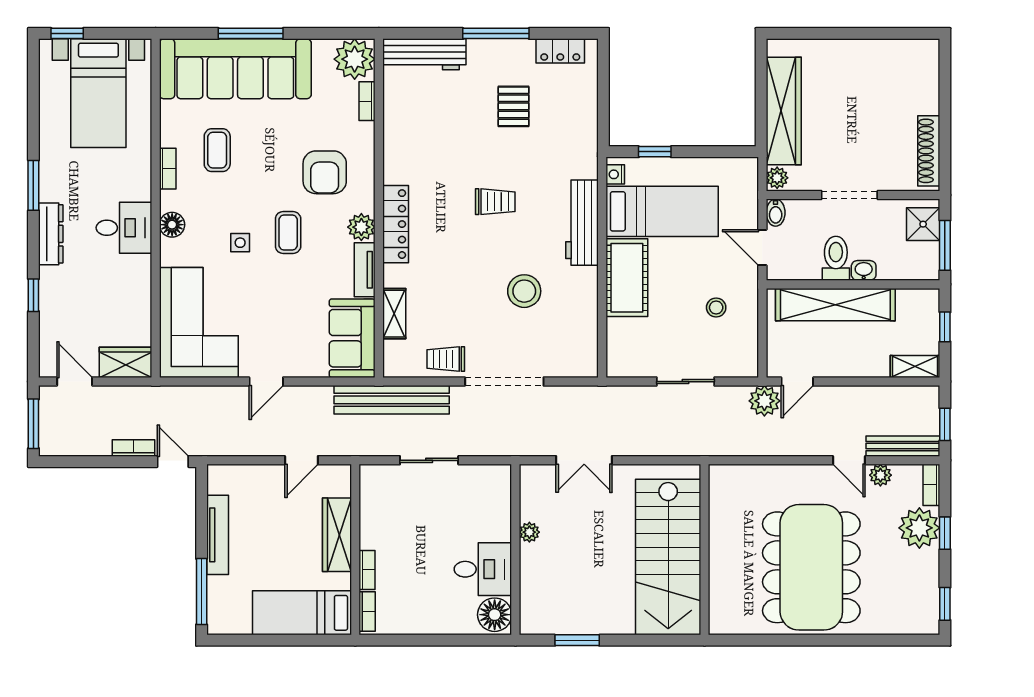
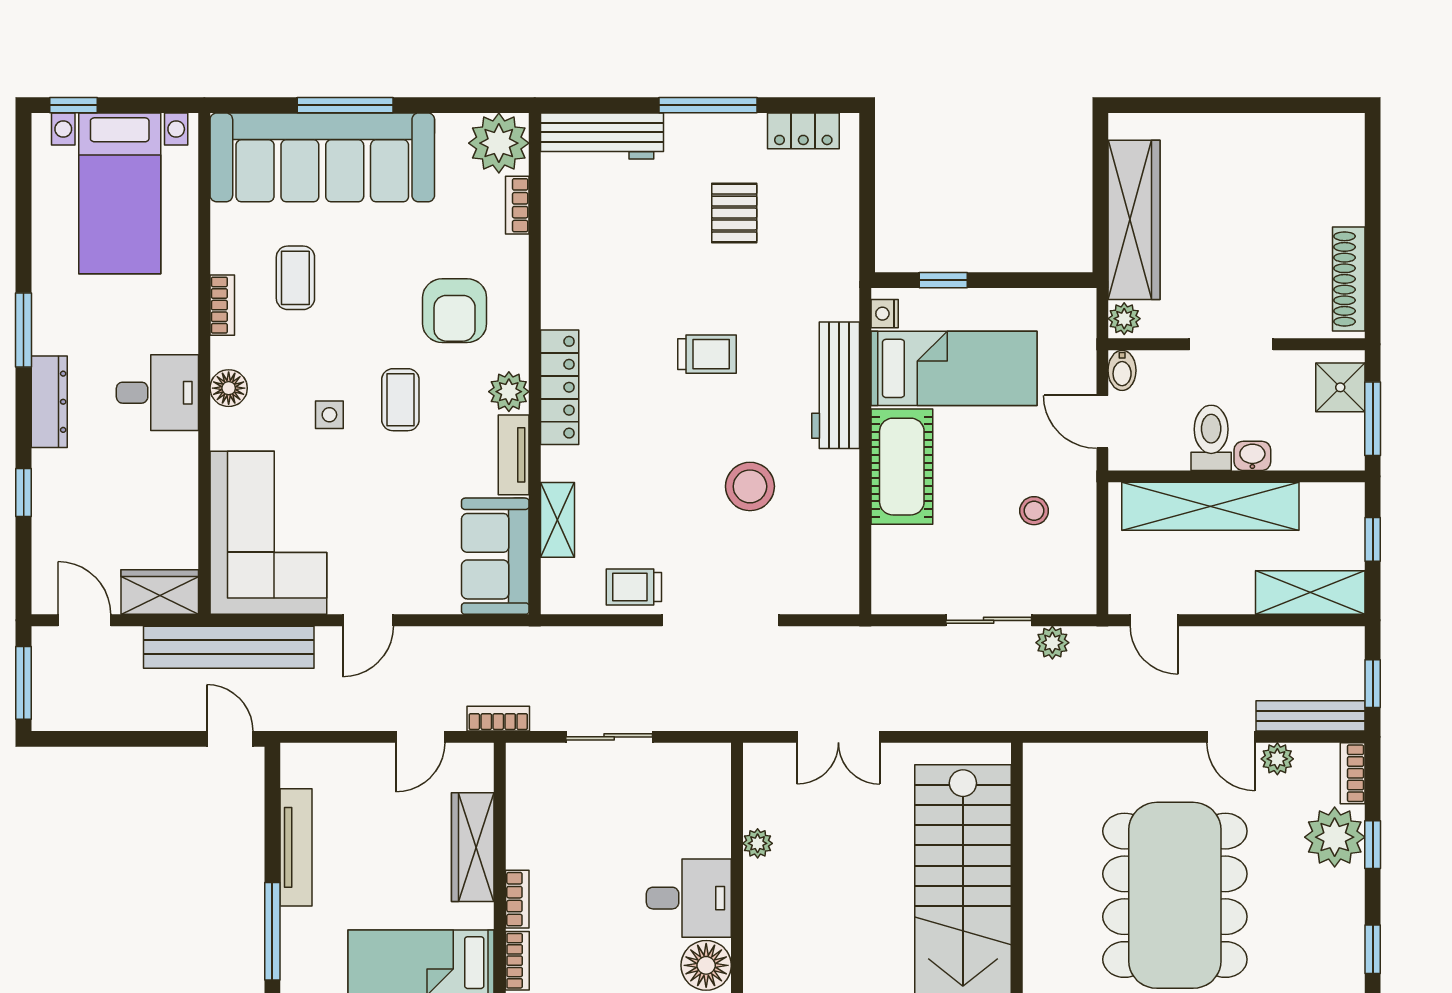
shelving: (915, 366) -> (1310, 593), width x1.50, depth x1.33
door: (797, 382) -> (1154, 620), hinge flipped
bench: (392, 400) -> (229, 647), moved
plant: (764, 401) -> (1052, 643), moved, width x0.73, depth x0.73
bookcase: (134, 448) -> (498, 719), moved

